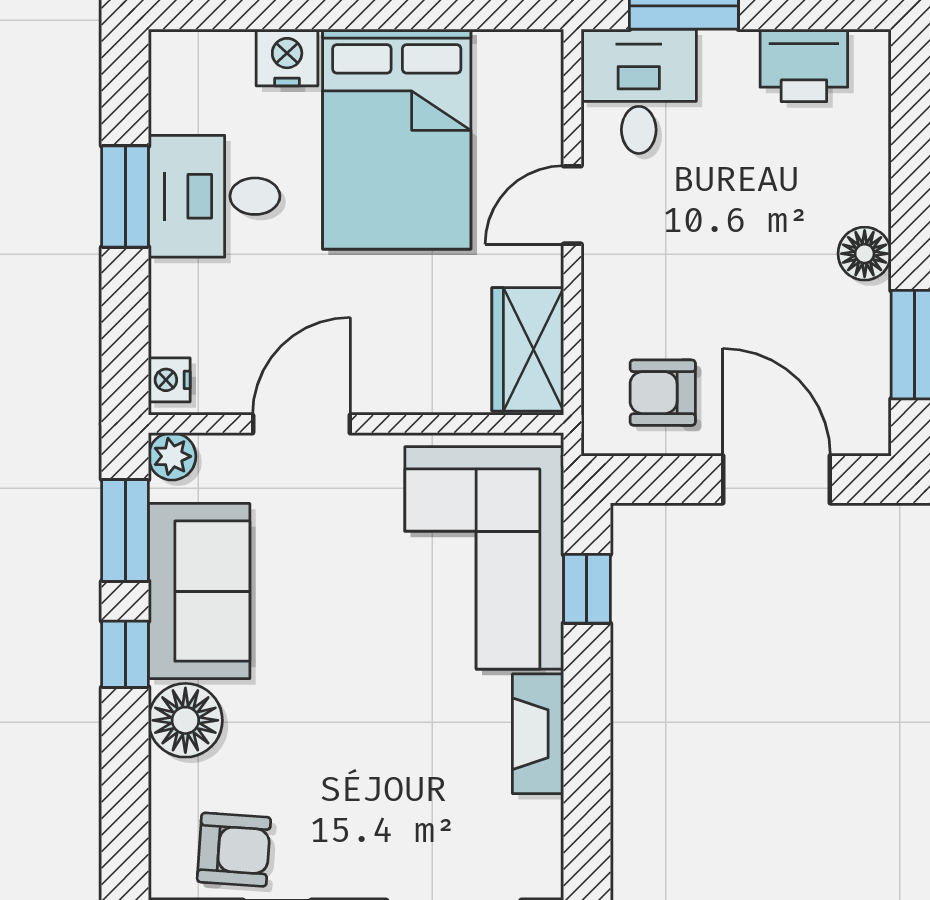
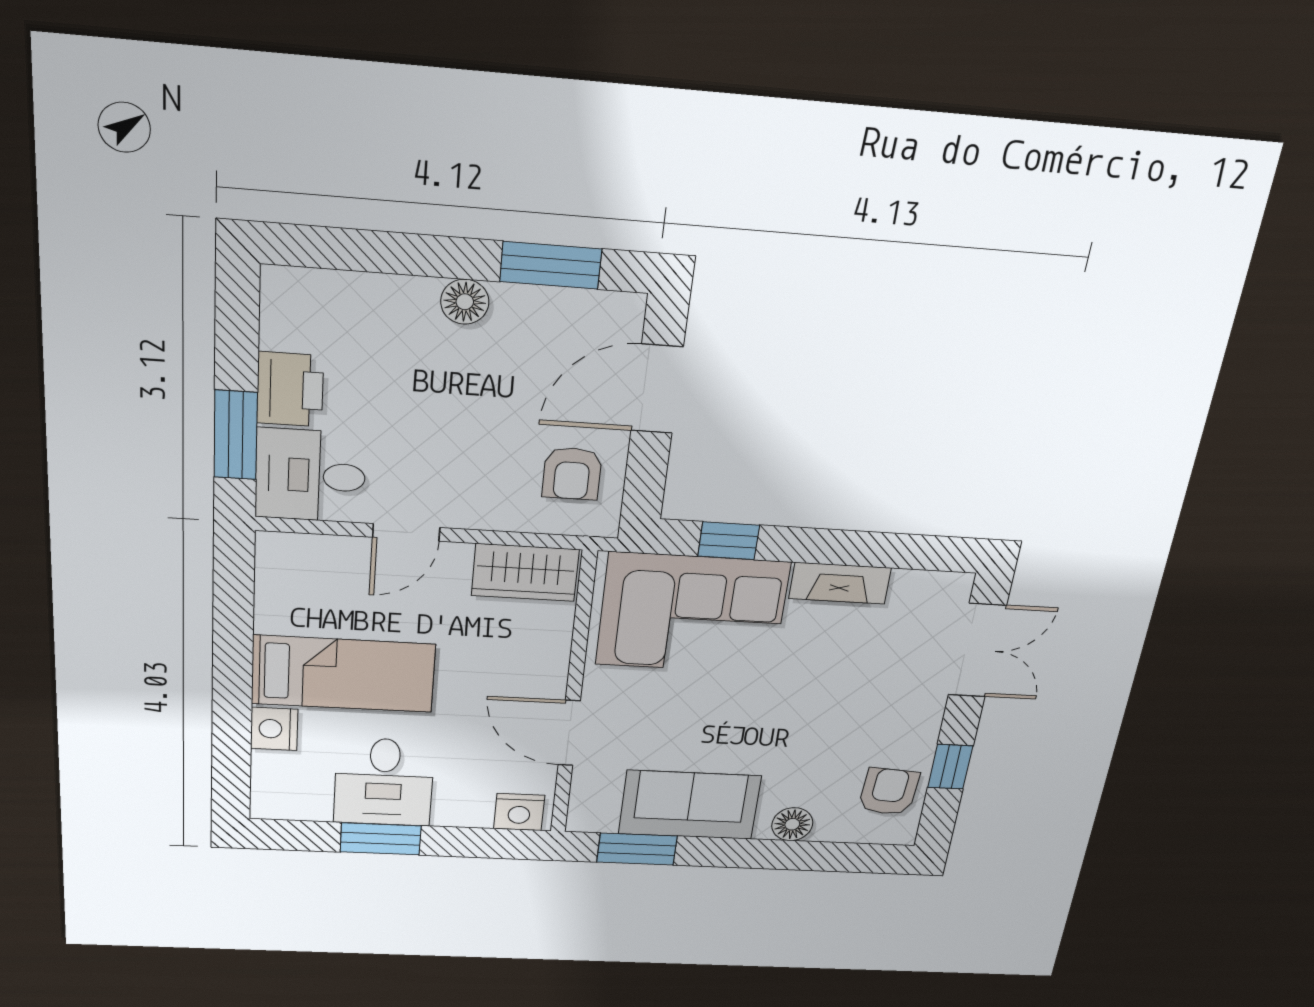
printer: (804, 65) -> (290, 389), moved
bed: (397, 139) -> (343, 674), width x0.67
door: (572, 205) -> (406, 532), hinge flipped
nightstand: (169, 380) -> (519, 812), width x1.39, depth x1.35
plant: (172, 456) -> (584, 818), removed
window: (125, 654) -> (730, 853), removed
floor lamp: (185, 720) -> (792, 824), width x0.73, depth x0.73

